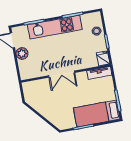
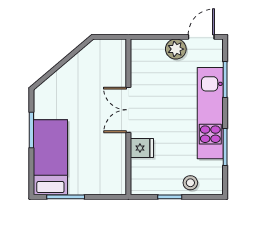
fridge: (103, 58) -> (142, 148), moved
tv unit: (99, 73) -> (118, 174), removed

